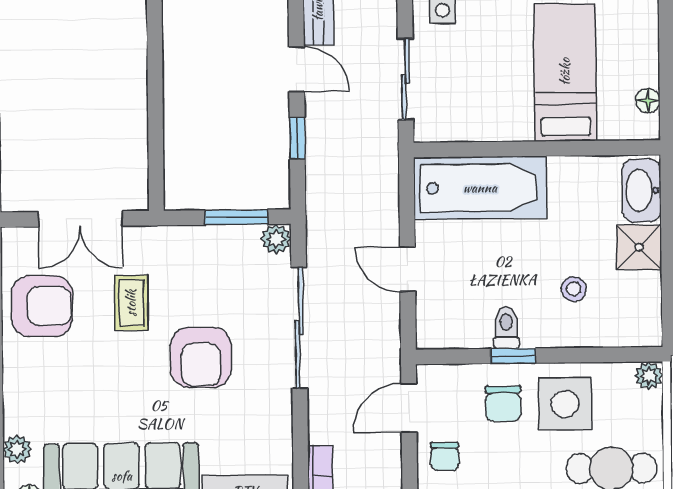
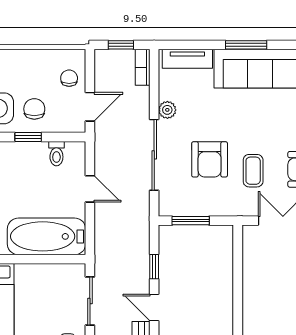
plant: (276, 239) -> (167, 110), moved
toilet: (506, 328) -> (56, 154), moved
armchair: (201, 357) -> (210, 159), moved, turned 180

